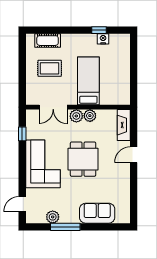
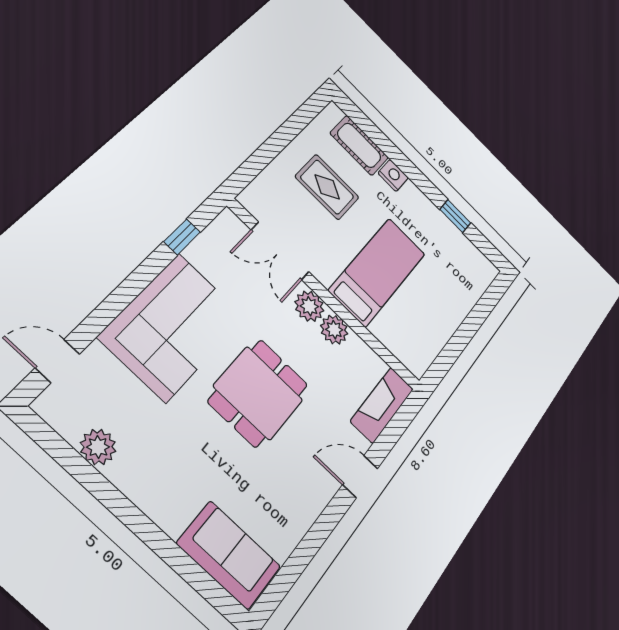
nightstand: (103, 39) -> (393, 175), moved
sofa: (97, 213) -> (229, 555), moved
window: (65, 227) -> (106, 493), removed

